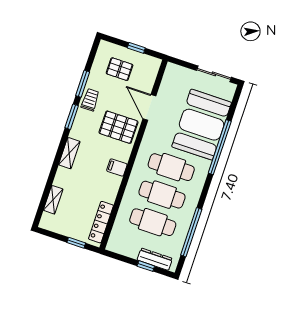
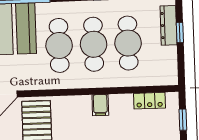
filing cabinet: (117, 167) -> (100, 105), moved
locker: (101, 222) -> (150, 101), width x0.66

